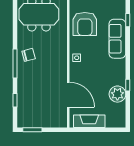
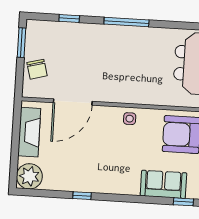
sofa: (117, 39) -> (163, 184), width x0.73
chair: (29, 55) -> (37, 69), moved
plant: (117, 94) -> (29, 176), moved

